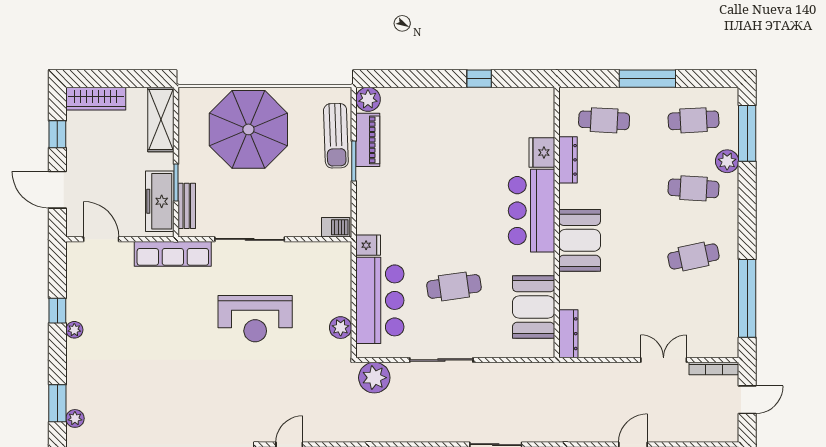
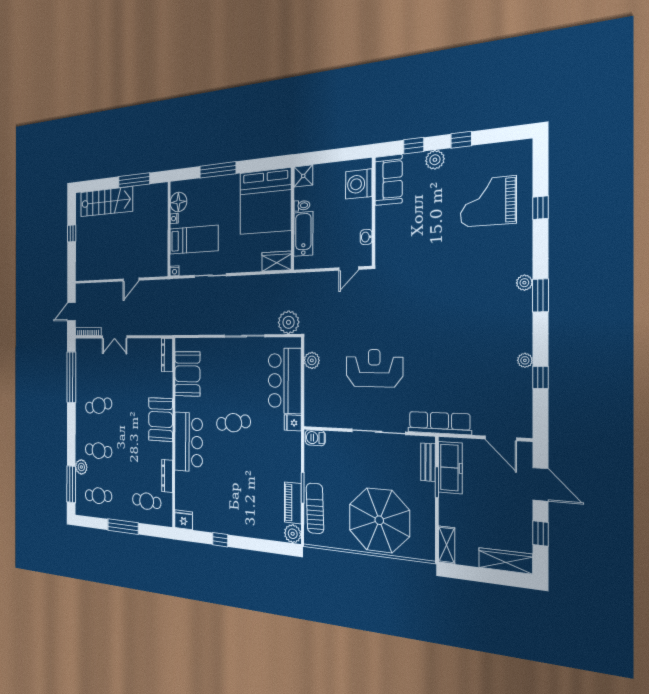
shelving: (161, 119) -> (447, 545), width x0.67, depth x0.75
fridge: (542, 153) -> (183, 520), moved, turned -90
cafe table: (454, 286) -> (233, 423), moved

